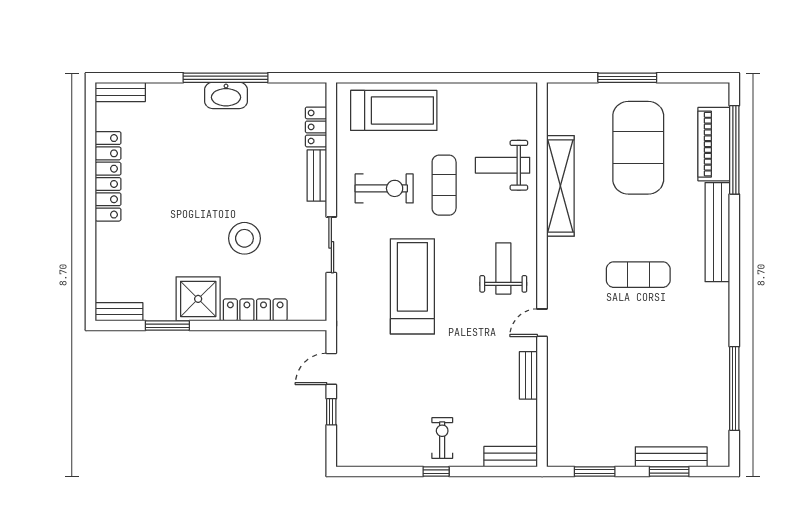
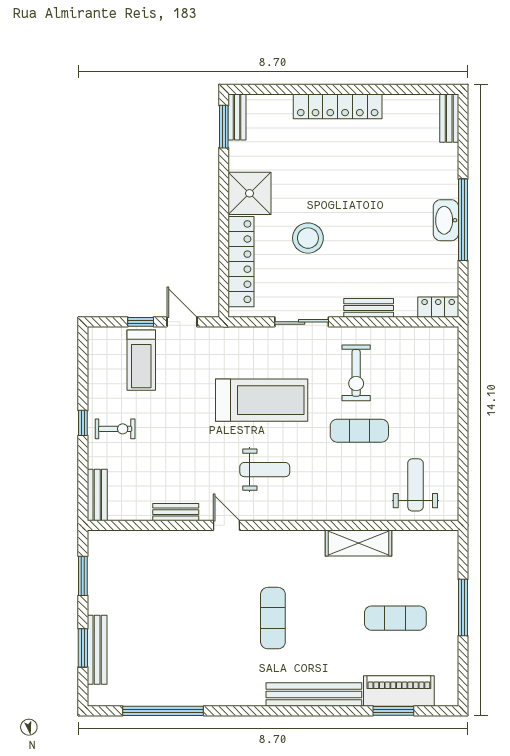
treadmill: (394, 110) -> (141, 360), moved, width x0.73, depth x0.73
locker: (316, 127) -> (438, 307), moved
exercise mat: (638, 148) -> (395, 618), width x0.50, depth x0.69
window: (734, 150) -> (393, 711), width x0.47
weight bench: (503, 165) -> (415, 485), moved
locker: (108, 176) -> (338, 106), moved
shelving: (560, 186) -> (358, 543), width x0.68
weight bench: (503, 268) -> (265, 470), moved
locker: (255, 310) -> (241, 262), width x1.41, depth x1.21
window: (167, 326) -> (224, 127), moved

